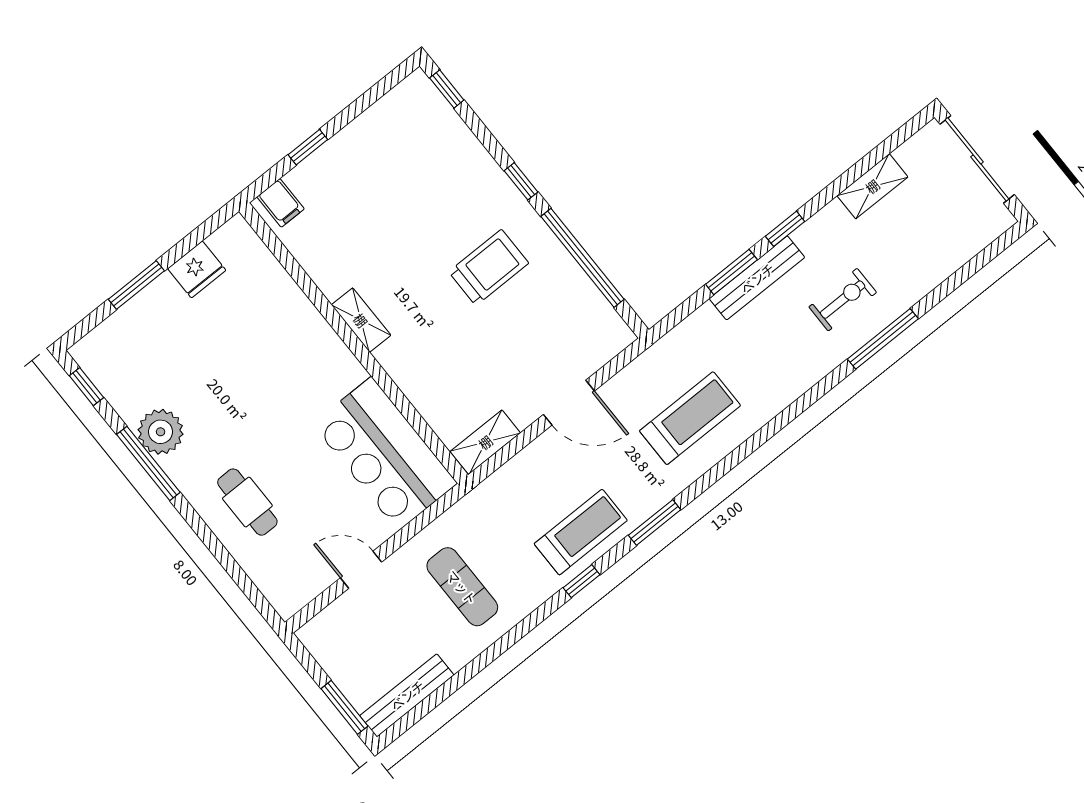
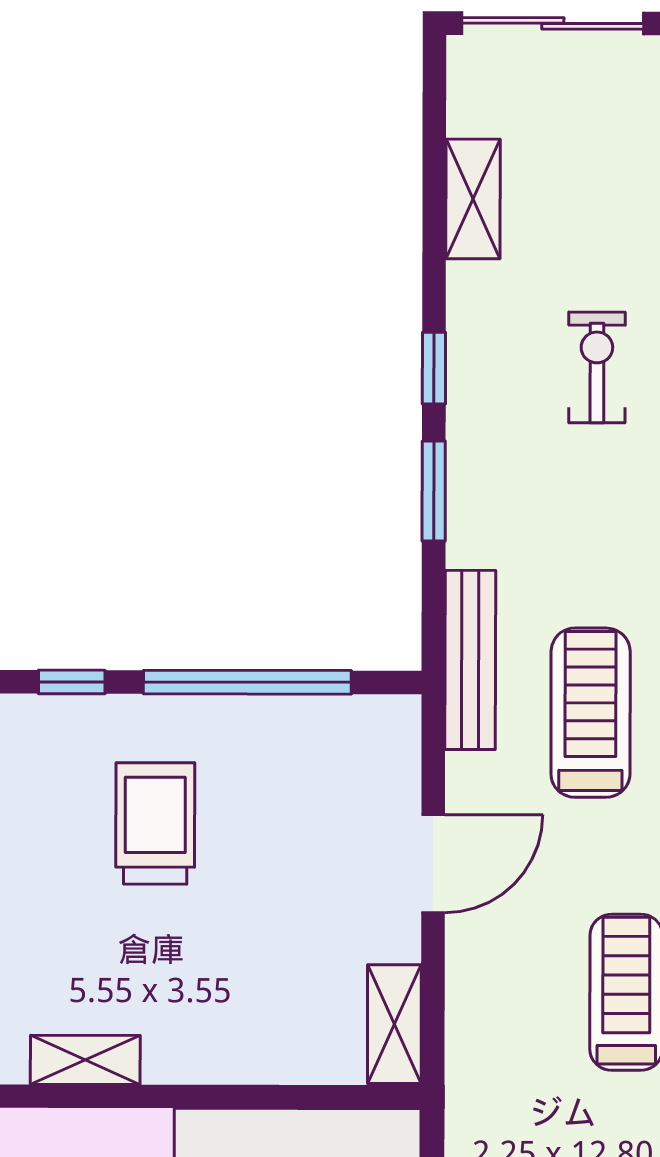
bench: (757, 278) -> (470, 660), moved

